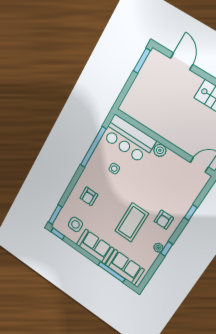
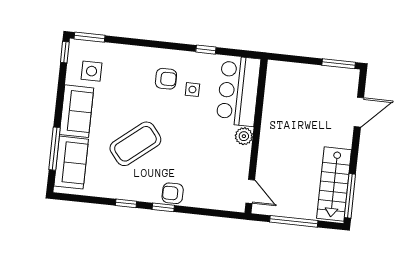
window: (93, 147) -> (206, 50), width x0.32
armchair: (89, 196) -> (166, 79), moved, turned 180
window: (191, 213) -> (163, 207), moved
armchair: (164, 220) -> (173, 193), moved
coffee table: (132, 222) -> (135, 144), turned -39
plant: (158, 248) -> (121, 193), removed

